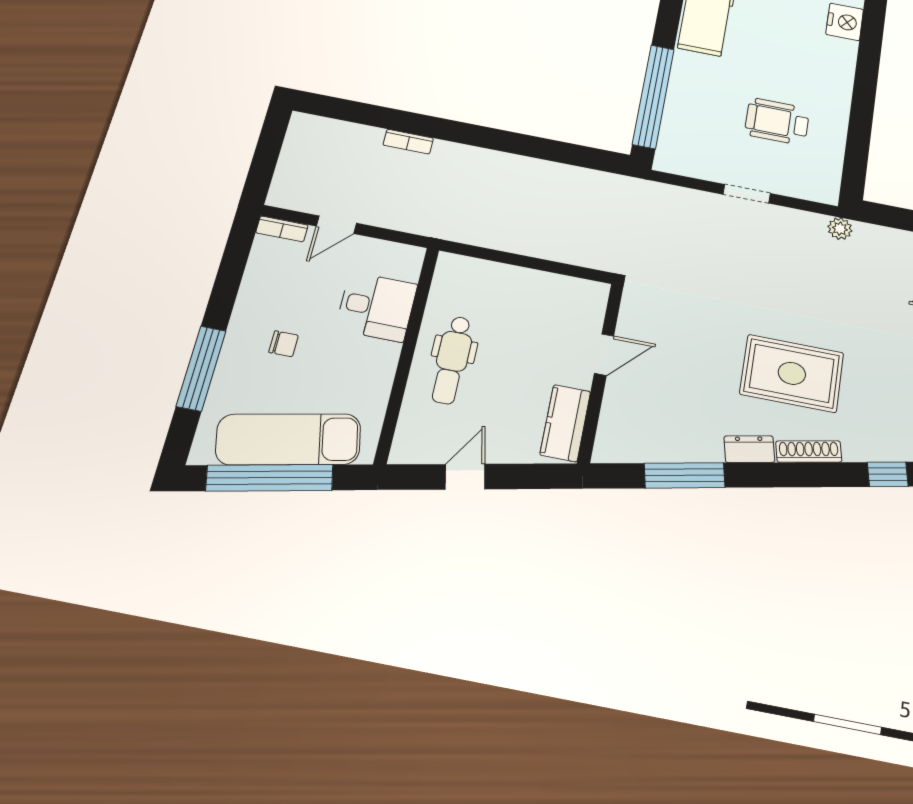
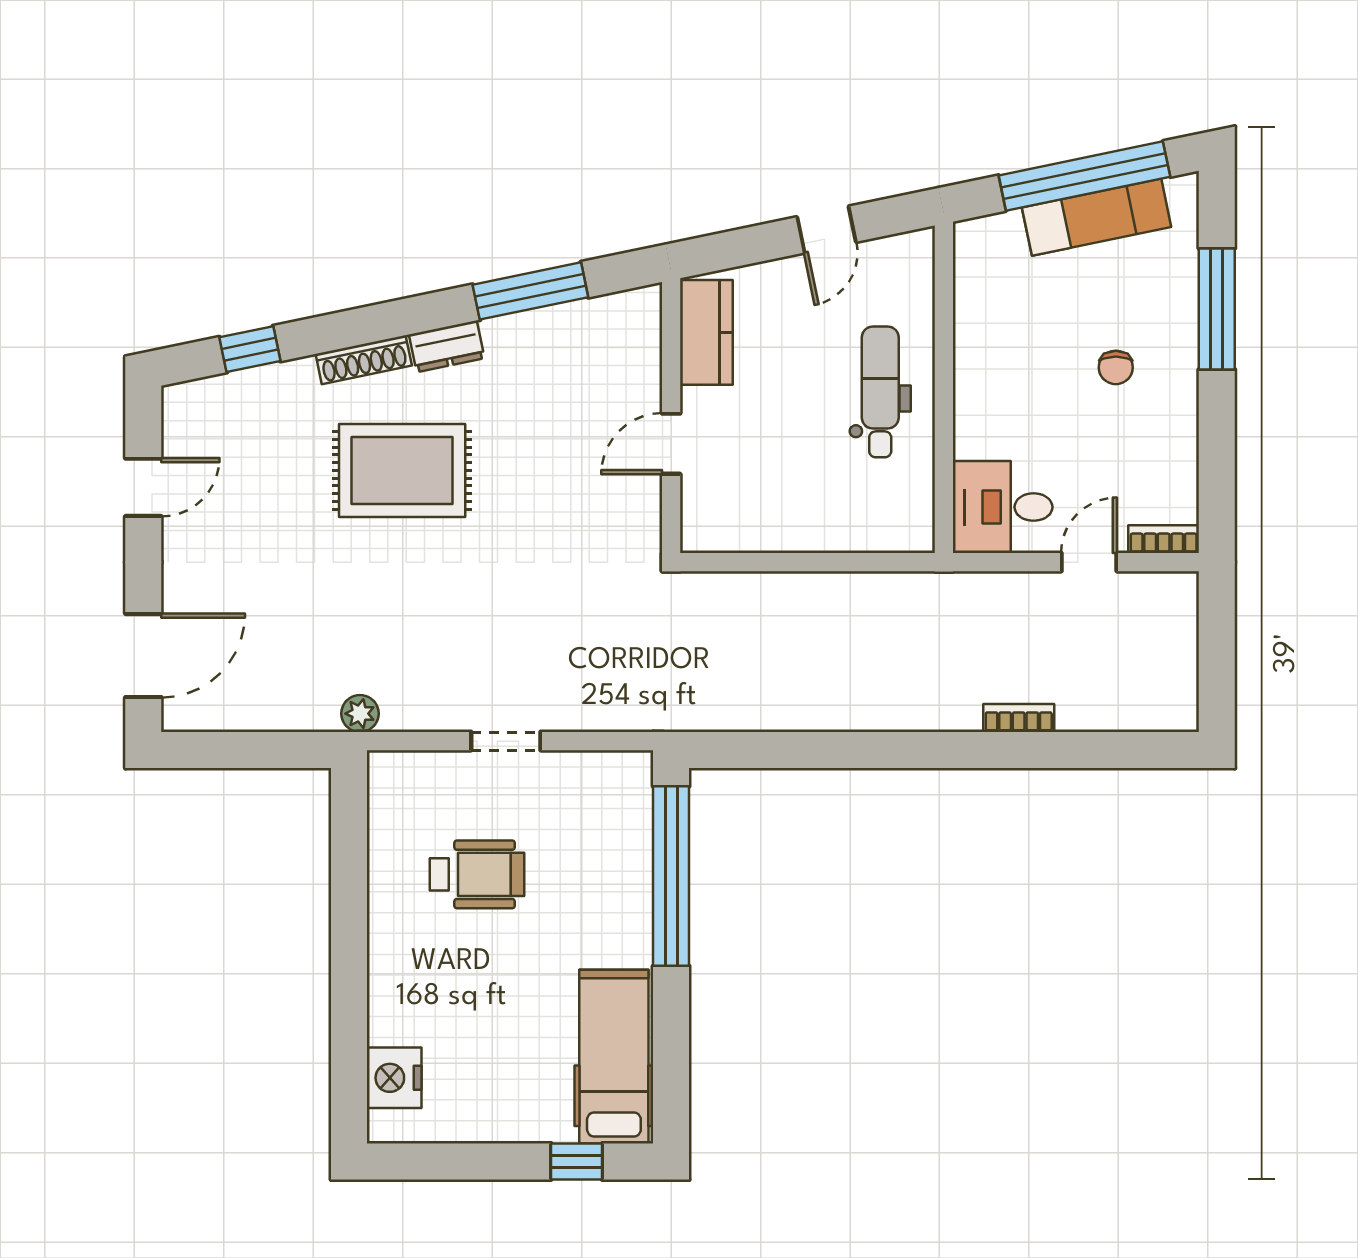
desk: (376, 307) -> (1003, 507), moved
chair: (284, 344) -> (1116, 367), turned -90
exam couch: (288, 439) -> (1097, 217), width x0.73, depth x0.69

